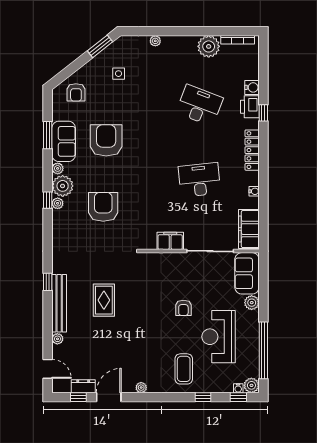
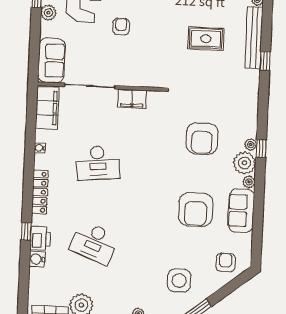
side table: (119, 74) -> (179, 280), width x1.87, depth x1.87
window: (48, 135) -> (258, 218), removed
rug: (104, 300) -> (206, 39), turned 90
plant: (252, 303) -> (48, 13), moved

